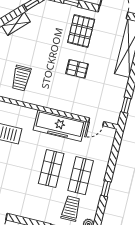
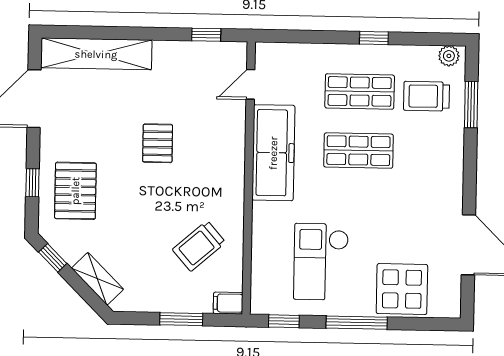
pallet: (81, 31) -> (75, 191), moved, turned 90
trolley: (21, 78) -> (199, 246), turned 139
door: (96, 122) -> (250, 84), swing flipped

